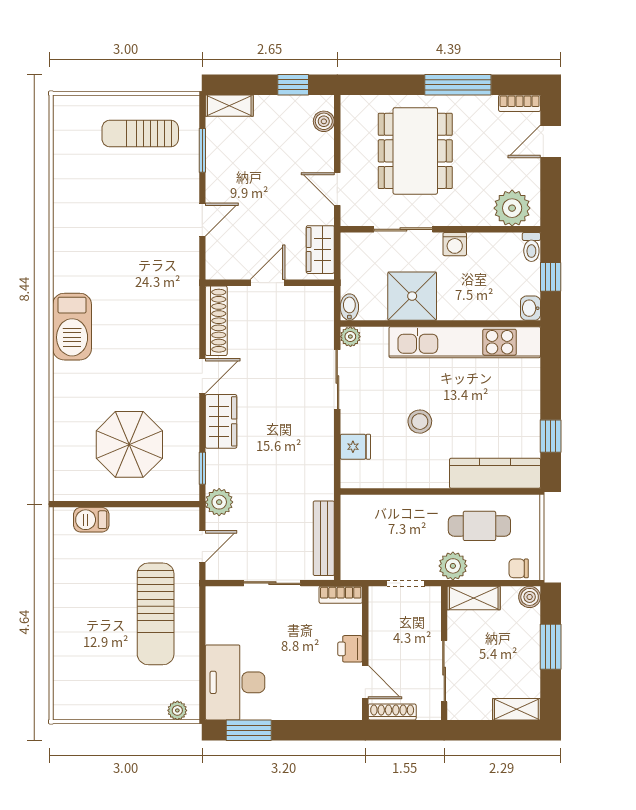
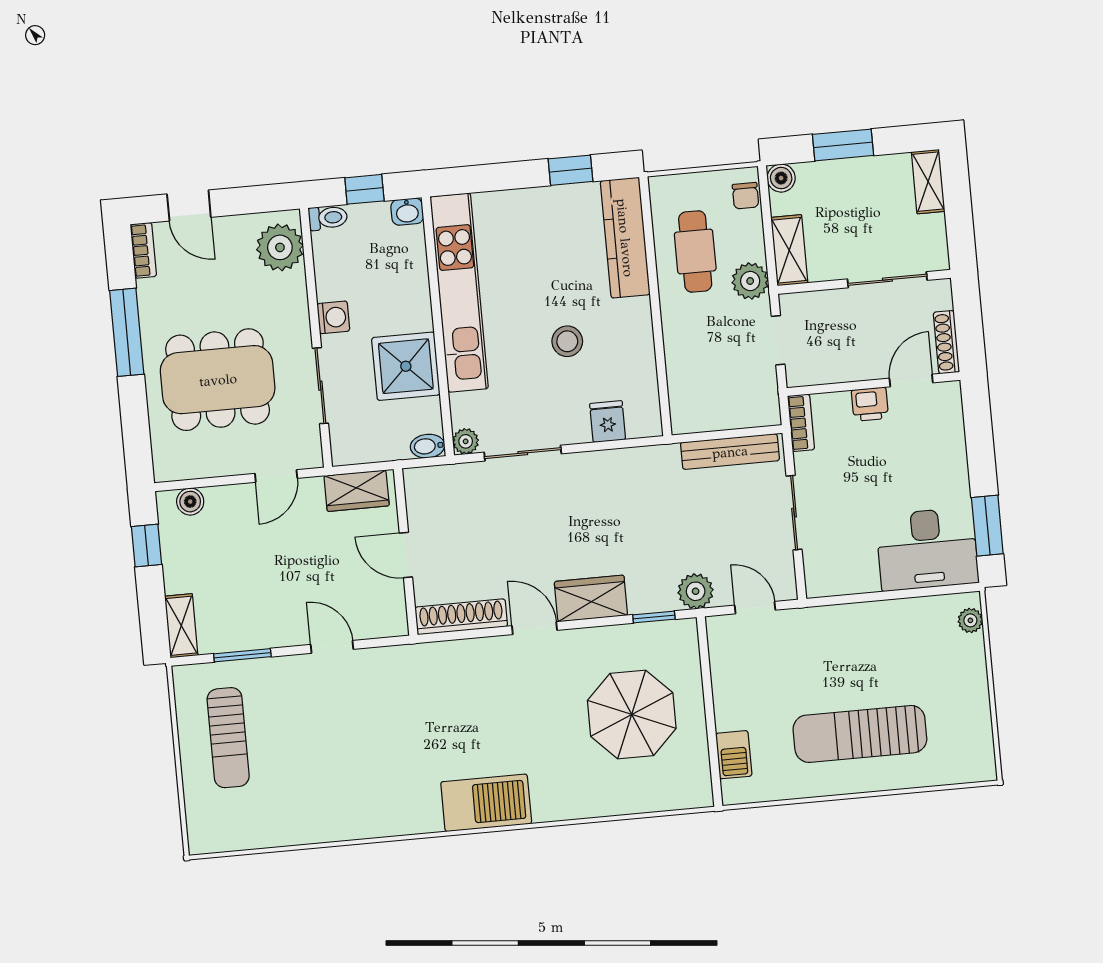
sun lounger: (156, 614) -> (860, 734), moved, turned 180

